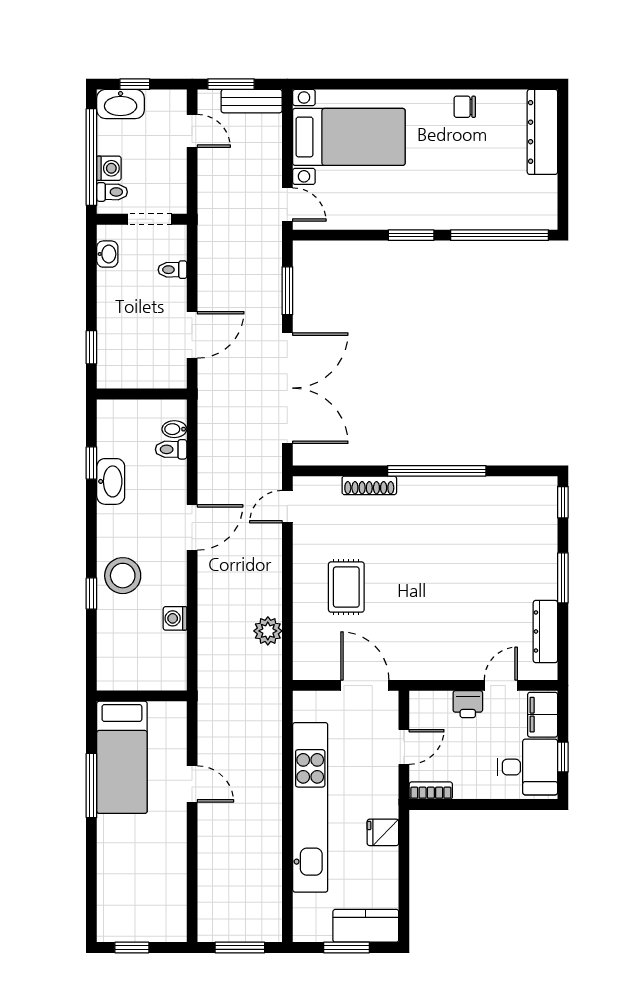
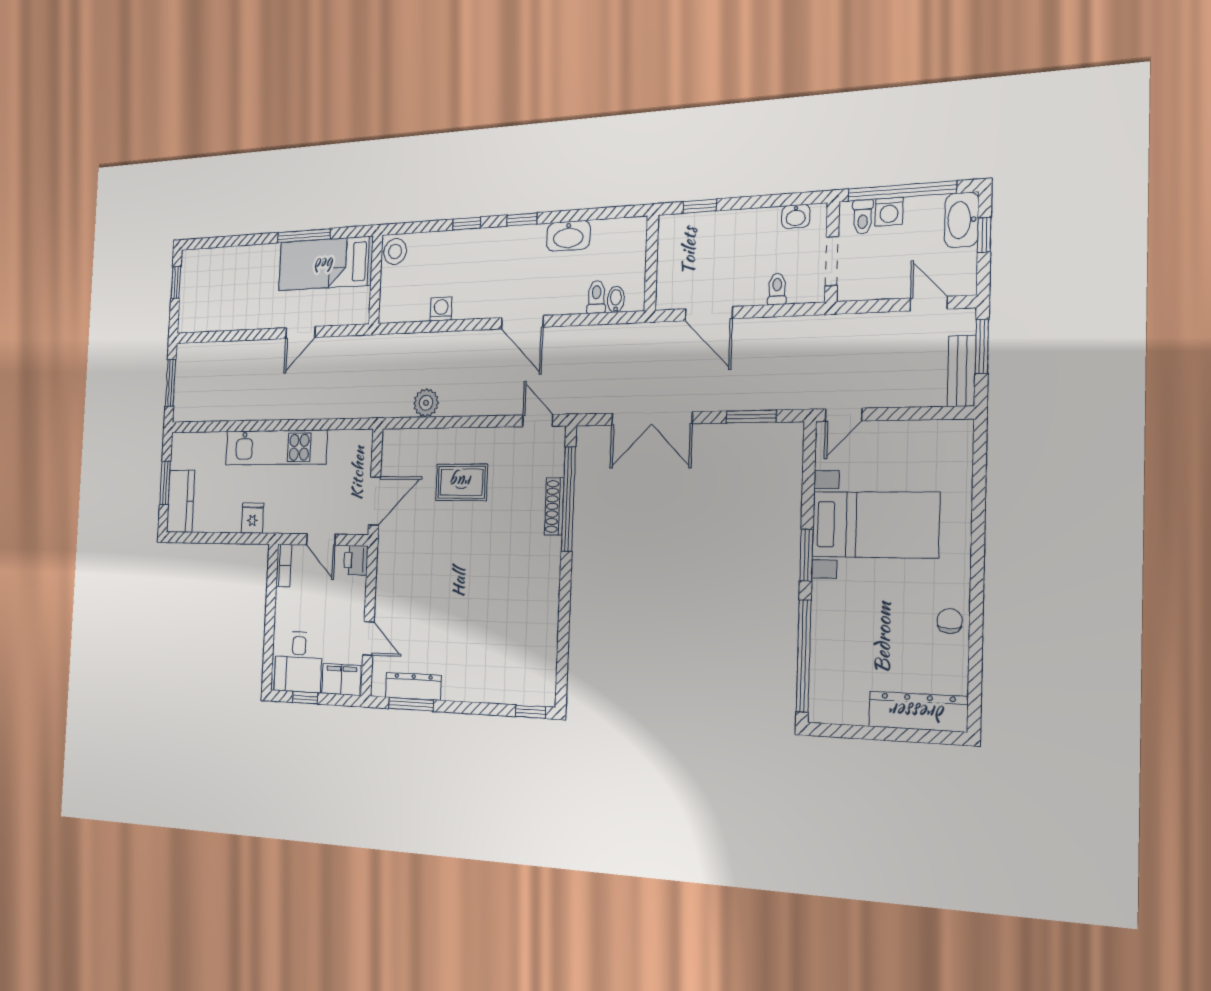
door: (192, 131) -> (929, 304), swing flipped
bed with nightstands: (349, 137) -> (875, 525), moved, turned -90
double door: (287, 388) -> (652, 418), width x0.73
window: (91, 463) -> (522, 219), moved
window: (437, 471) -> (568, 499), moved
stool: (123, 576) -> (395, 252), moved, width x0.73, depth x0.73
window: (563, 578) -> (411, 704), moved
printer: (468, 704) -> (356, 560), moved
kitchen unit: (310, 807) -> (276, 448), width x0.73

